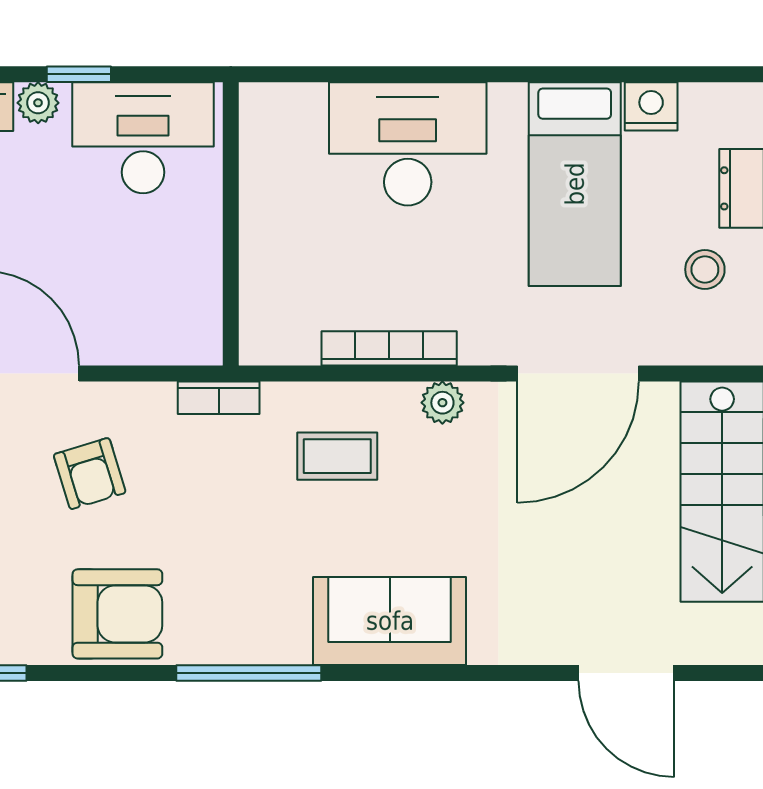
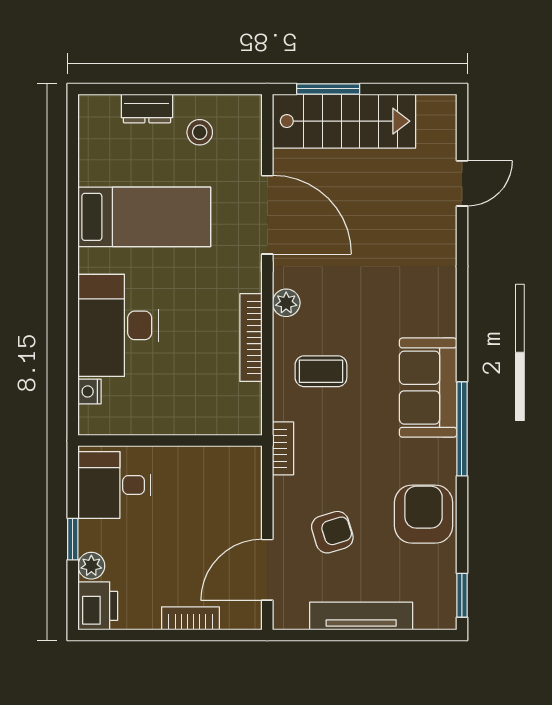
nightstand: (651, 106) -> (90, 391), moved, width x0.72, depth x0.74
desk: (143, 138) -> (114, 485), width x0.73
coffee table: (337, 456) -> (321, 371), turned 90
sofa: (390, 621) -> (428, 388), moved
door: (626, 673) -> (462, 183), width x0.73

